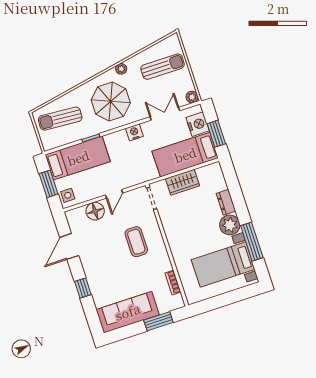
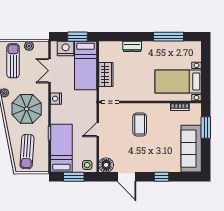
plant: (192, 97) -> (29, 46), moved
door: (114, 194) -> (98, 130), swing flipped
floor lamp: (95, 211) -> (106, 165), moved
plant: (230, 225) -> (150, 49), removed
coffee table: (136, 242) -> (140, 124), turned 90
bed with nightstands: (223, 264) -> (178, 81), moved, turned 90

